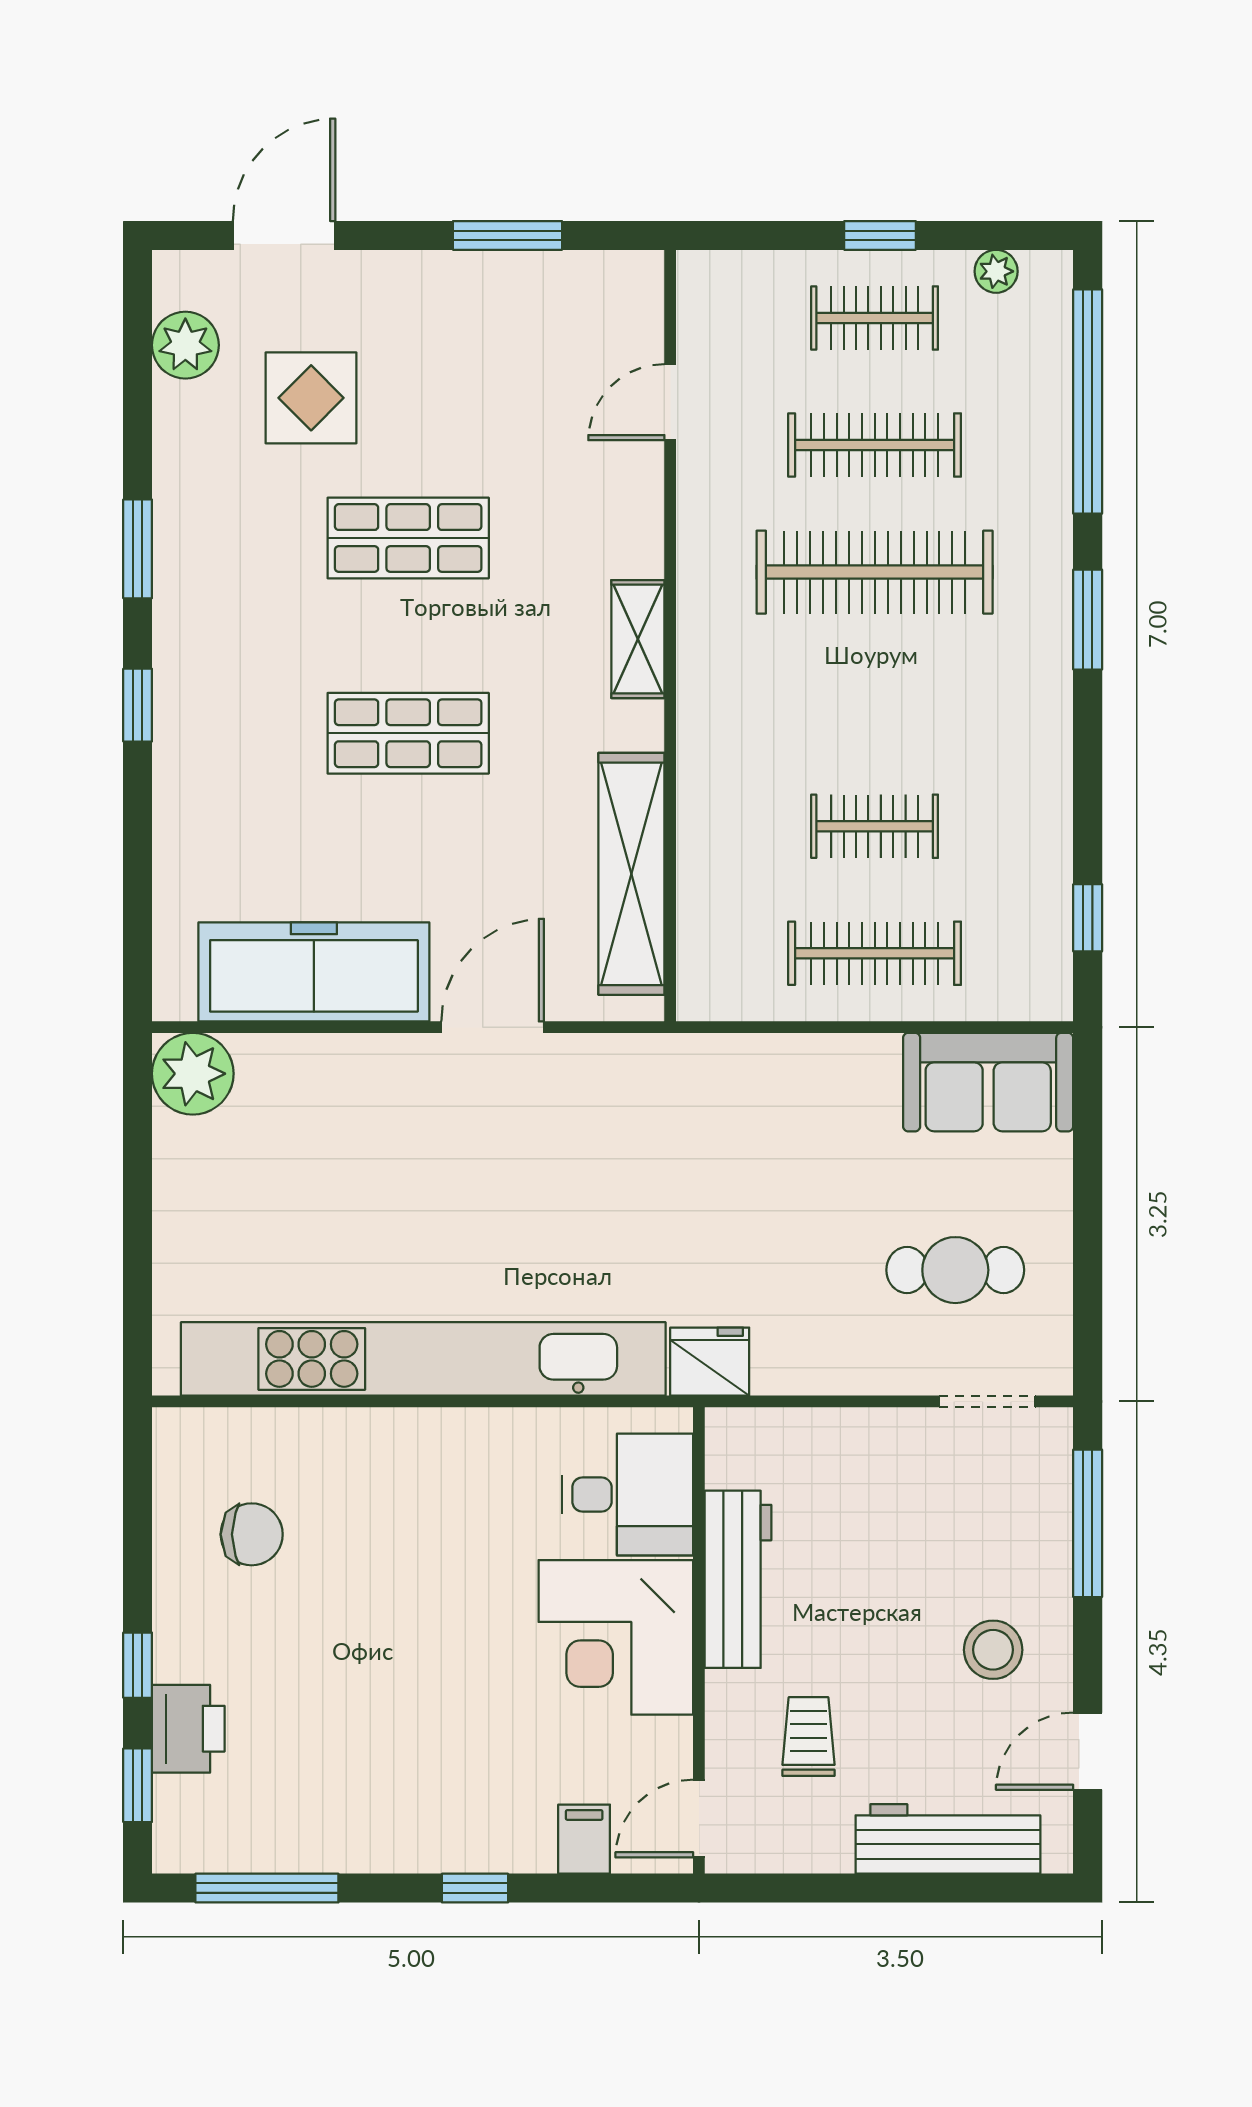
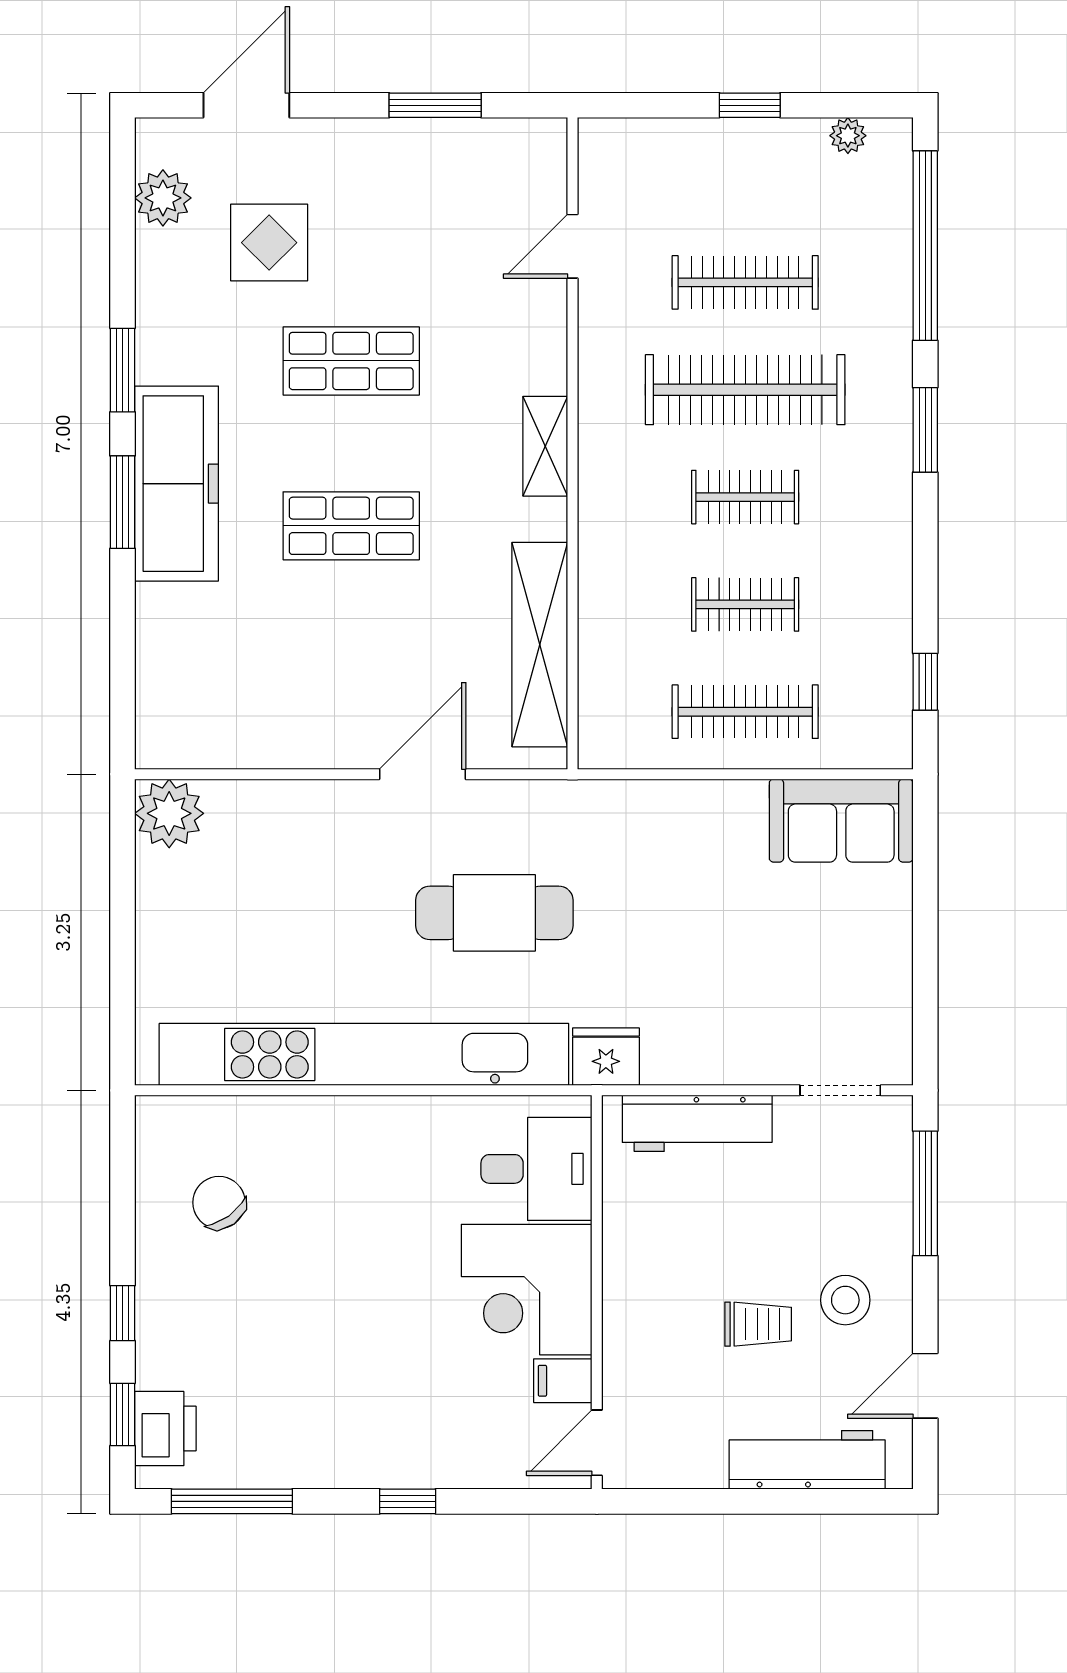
clothes rail: (875, 318) -> (745, 497), moved
window: (138, 705) -> (123, 502), width x1.50
freezer: (314, 972) -> (177, 484), moved, turned 90
cafe table: (955, 1270) -> (494, 913), moved, width x1.37, depth x1.35
chair: (252, 1534) -> (219, 1203), turned -126
workbench: (738, 1579) -> (697, 1123), moved, turned 90
printer: (188, 1729) -> (165, 1429), moved
trolley: (809, 1737) -> (758, 1324), moved, turned 90
filing cabinet: (584, 1839) -> (563, 1381), moved, turned -90

